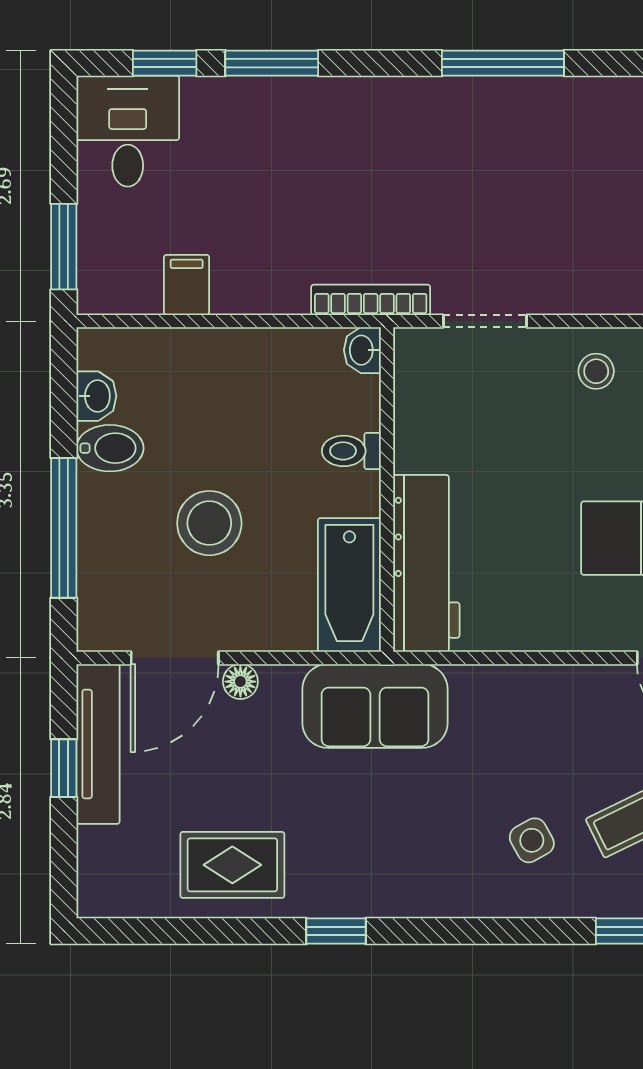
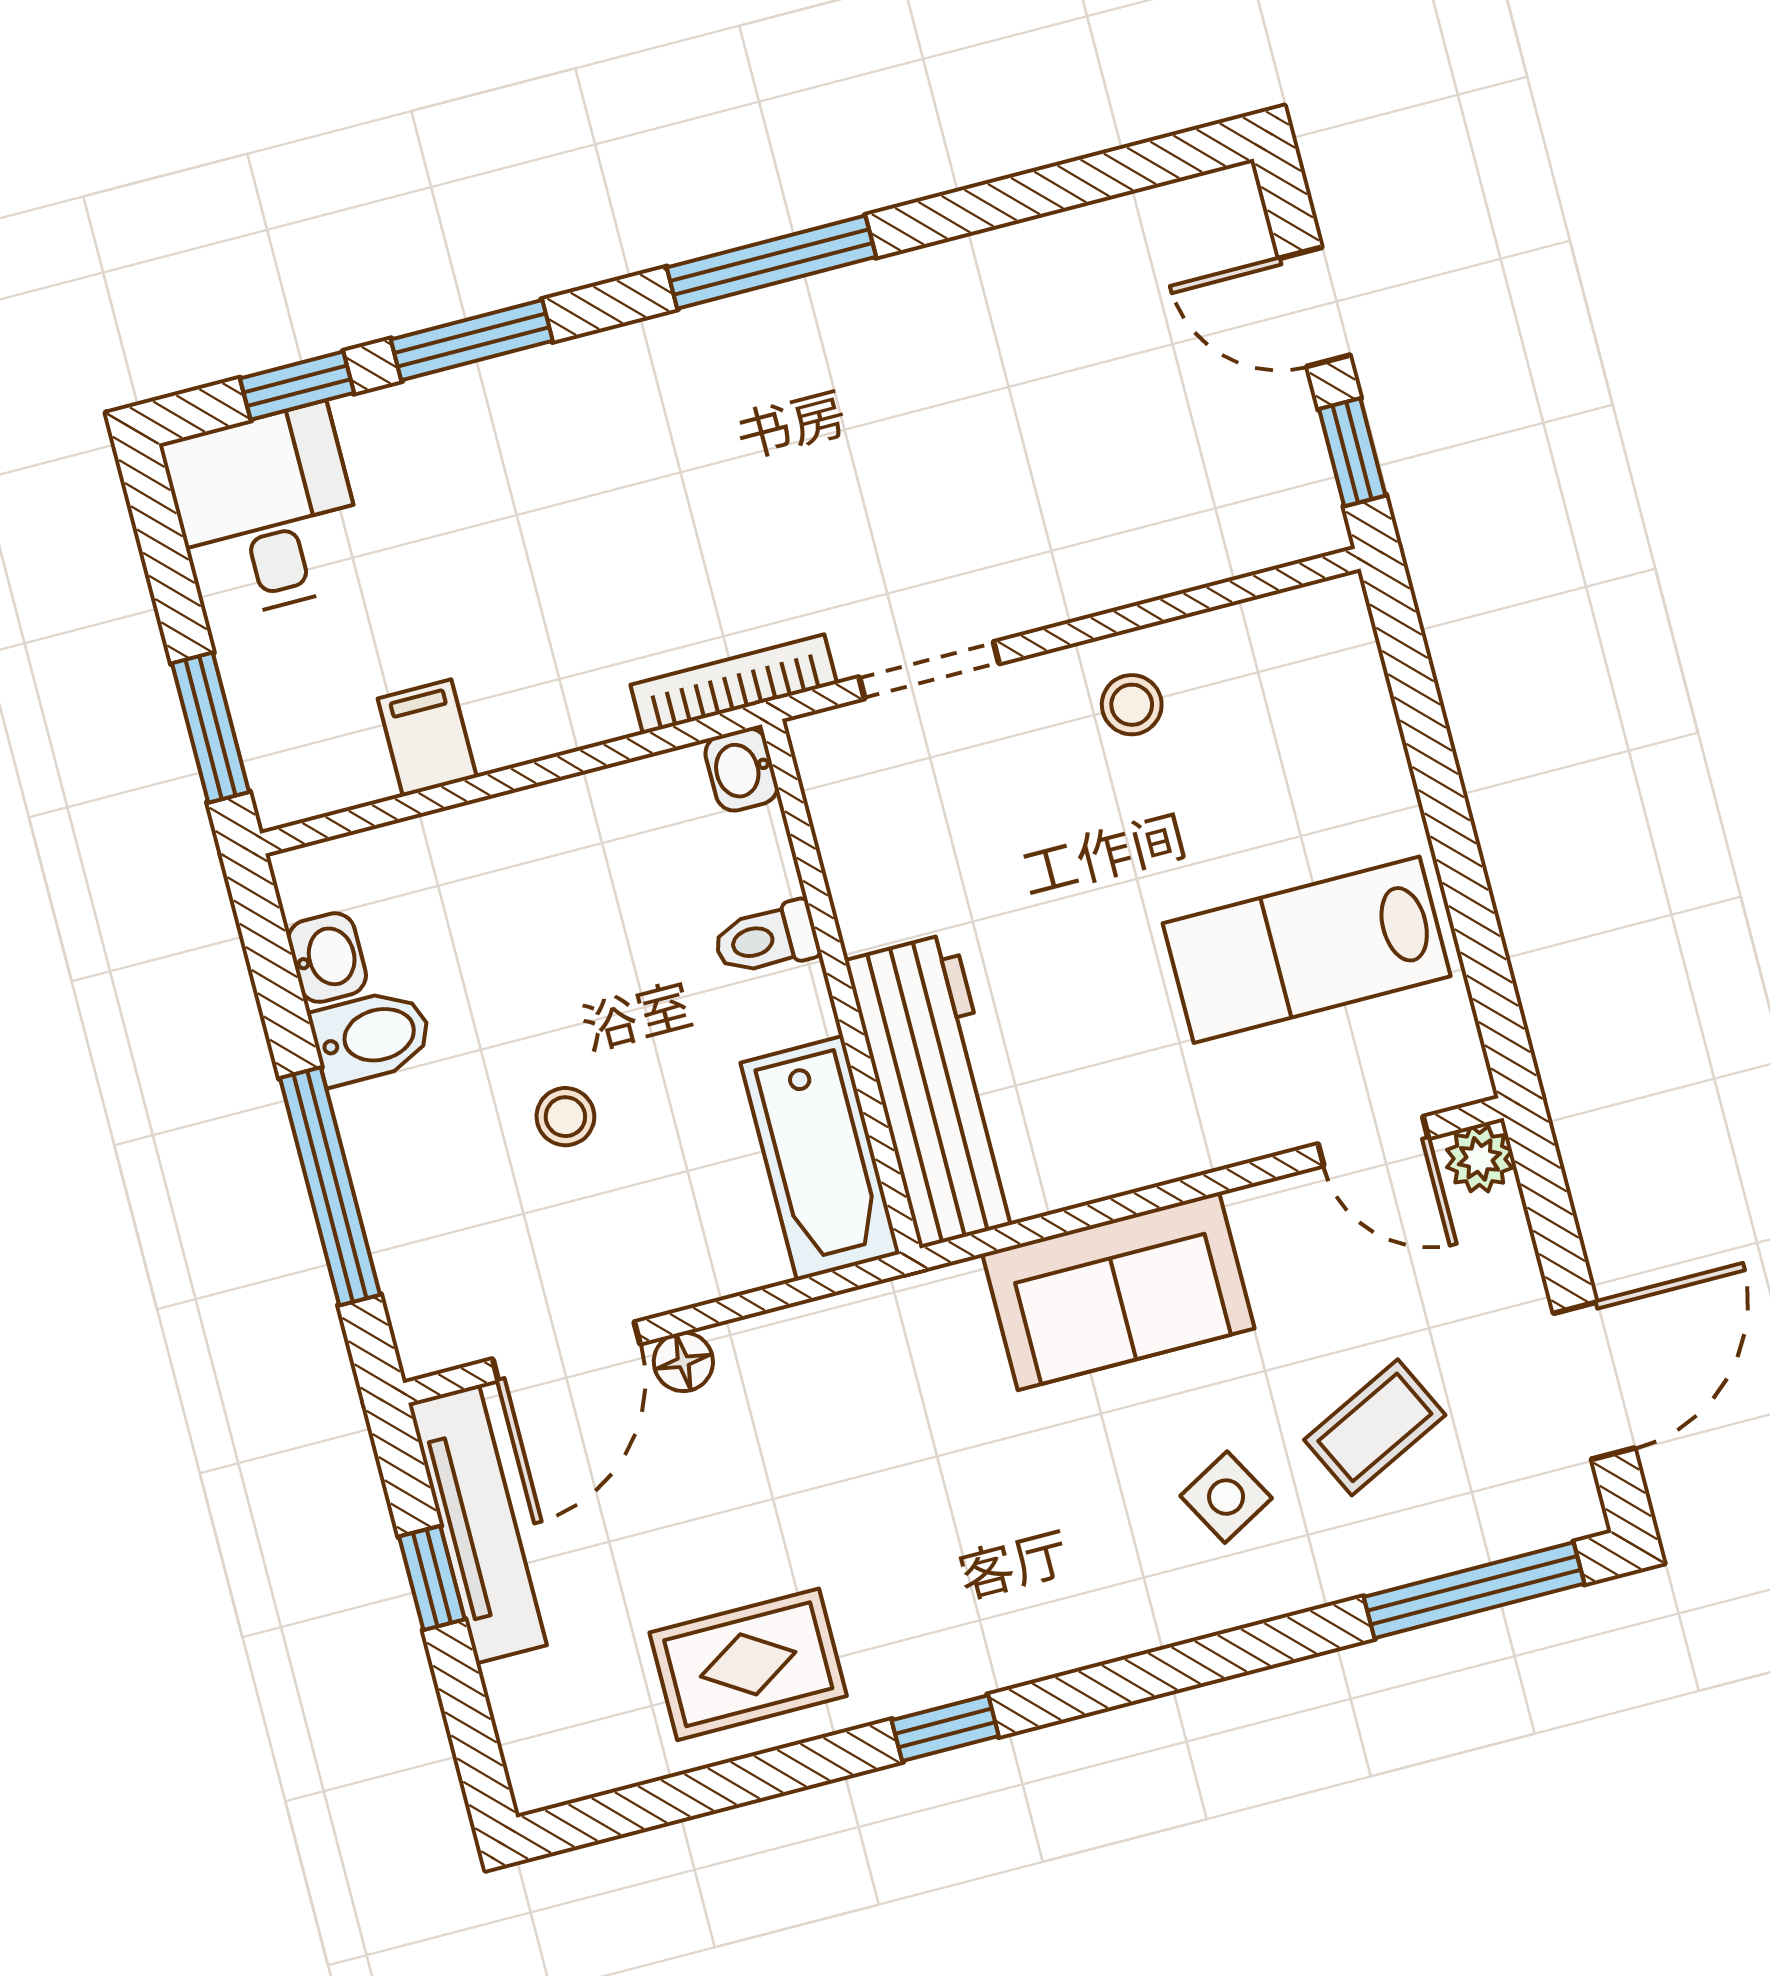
window: (503, 63) -> (771, 262), moved
stool: (209, 523) -> (565, 1117), width x0.53, depth x0.53
sofa: (375, 706) -> (1118, 1291), moved

